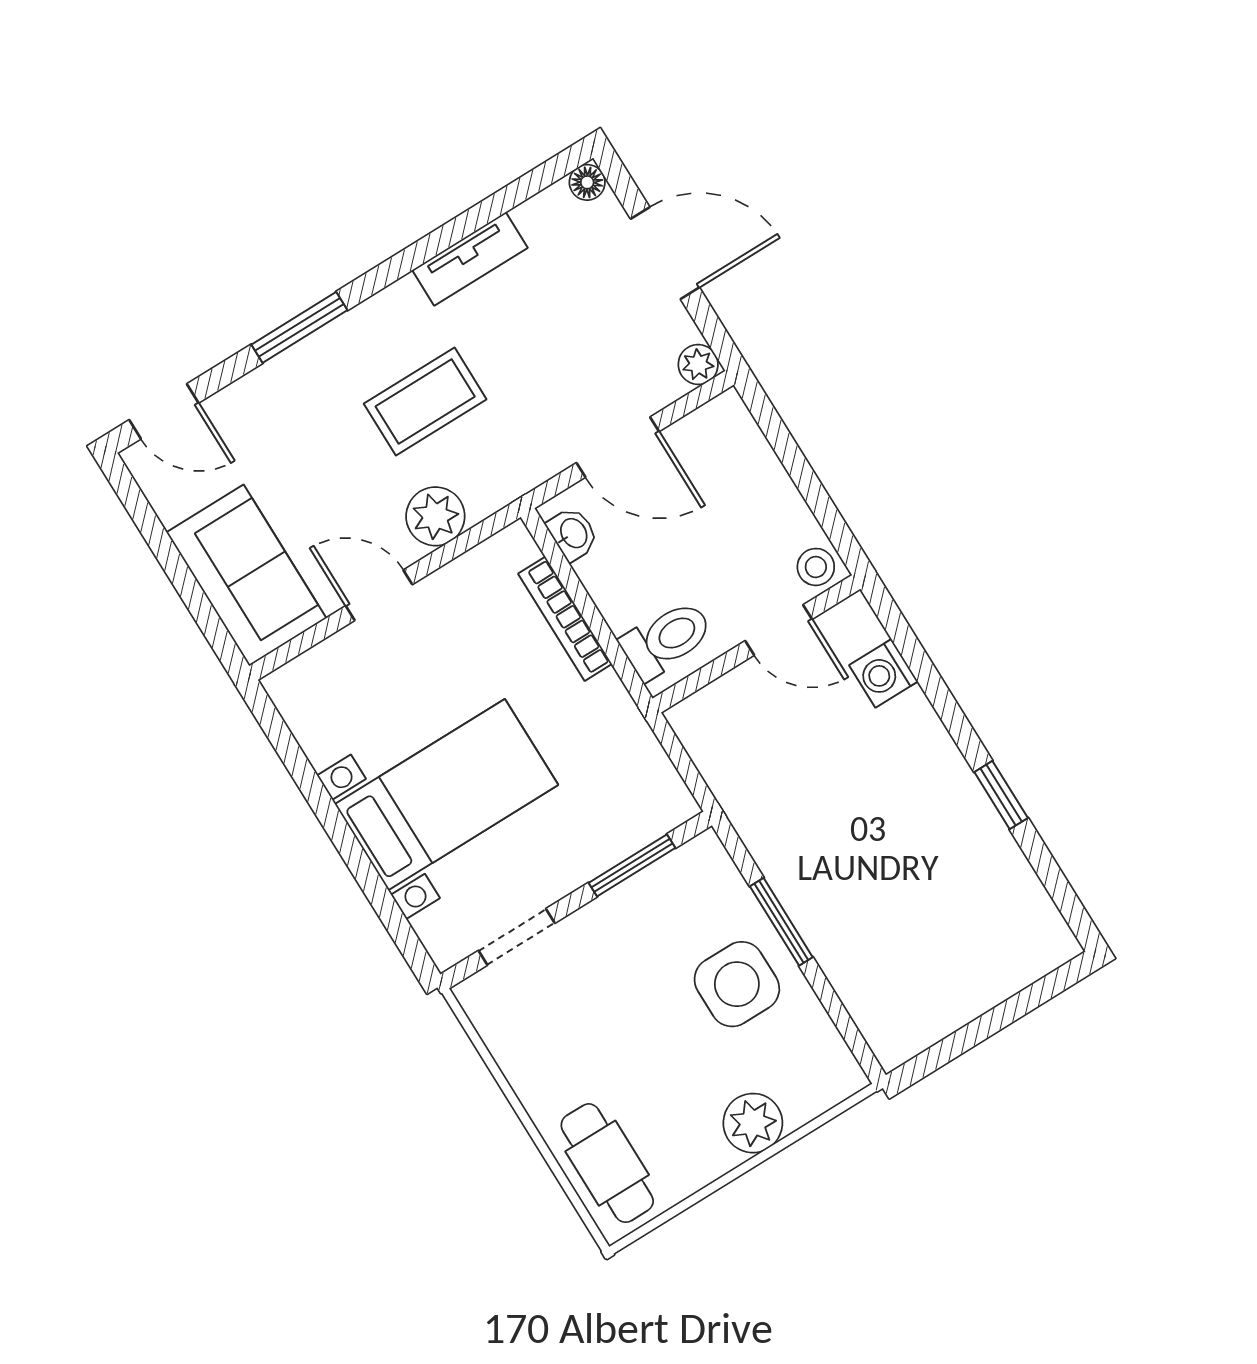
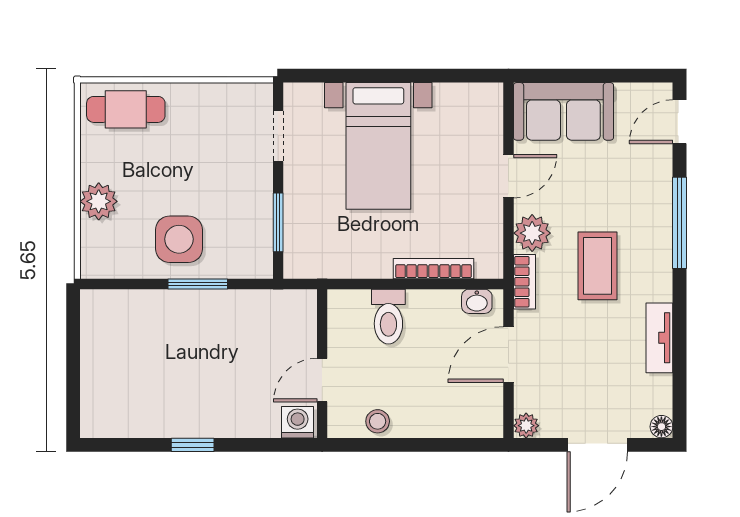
window: (299, 327) -> (680, 223), width x1.44
bookcase: (507, 486) -> (524, 282), added
door: (779, 630) -> (322, 380), moved
wall: (757, 644) -> (322, 364), moved

